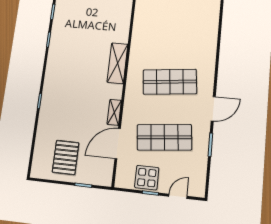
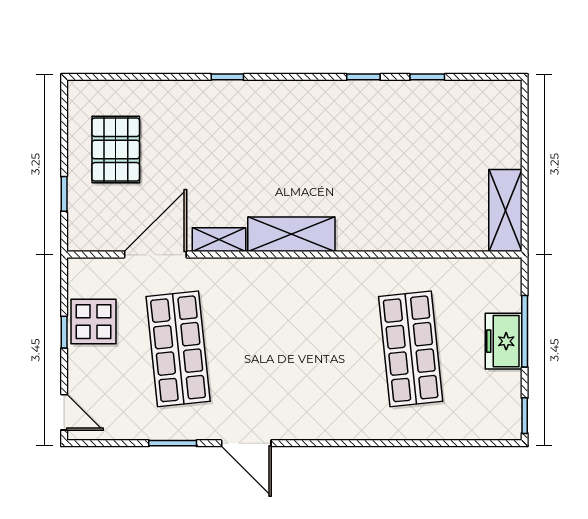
shelving: (118, 63) -> (291, 234), moved
shop shelf: (170, 82) -> (411, 349), moved
door: (118, 144) -> (155, 255), hinge flipped
pallet: (66, 157) -> (116, 150), turned 90
door: (178, 196) -> (64, 412), moved

